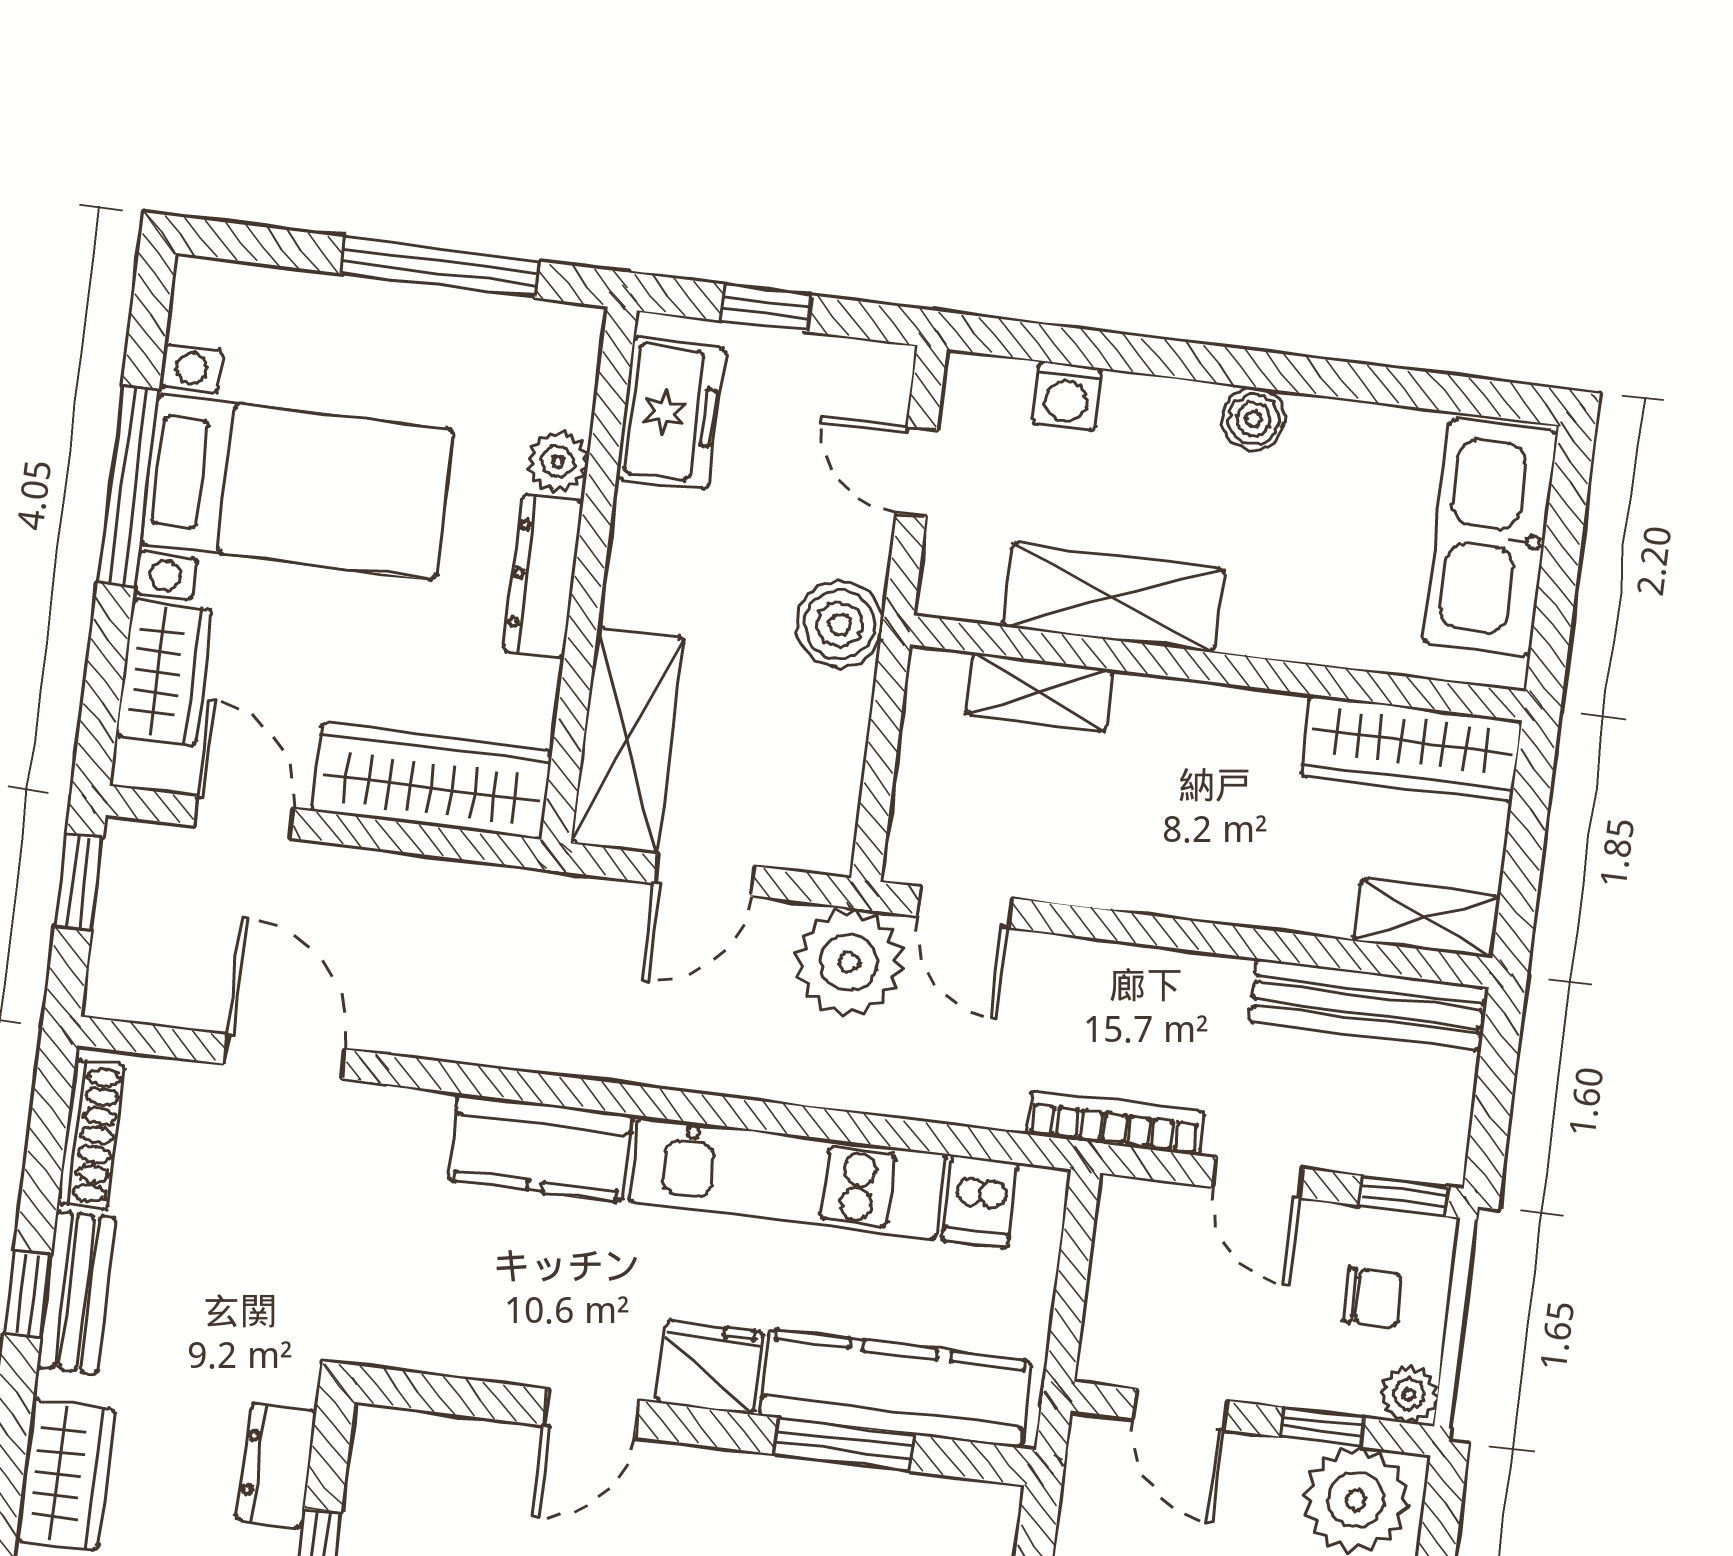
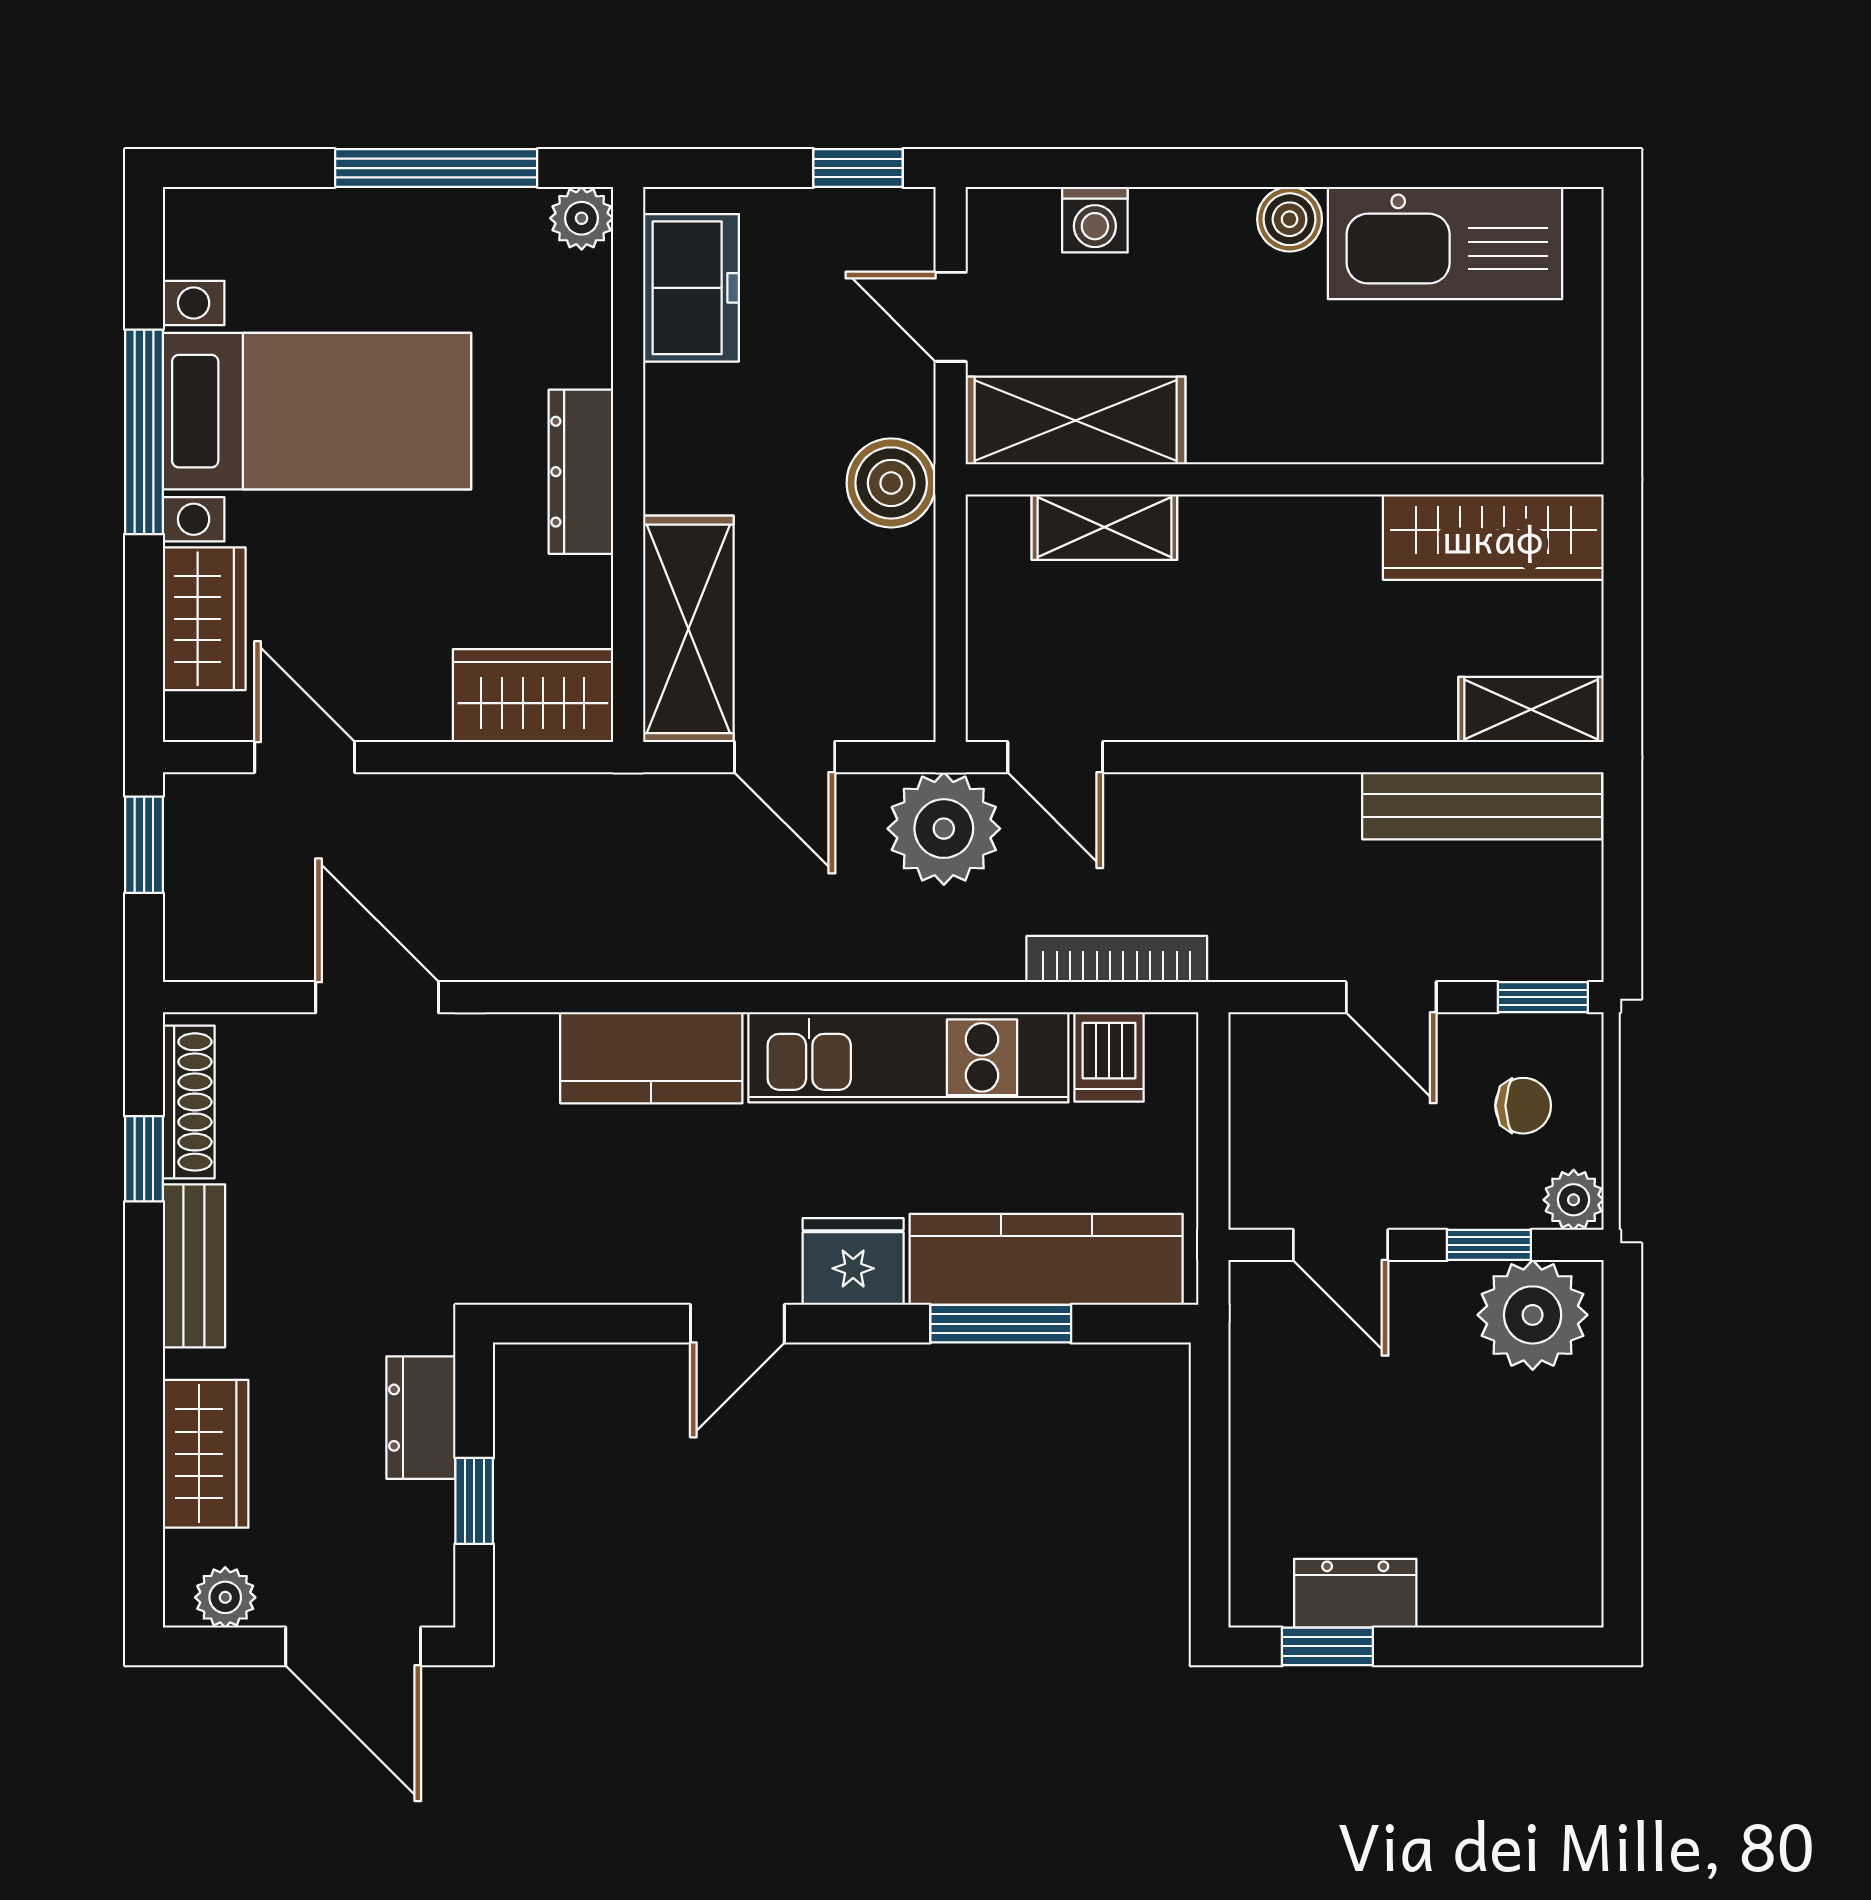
window: (766, 308) -> (858, 168), moved
plant: (558, 462) -> (582, 218), moved
kitchen sink: (1490, 537) -> (1445, 243), moved, turned -90
shelving: (1113, 597) -> (1076, 420), moved
wardrobe: (432, 781) -> (533, 696), width x0.67
door: (704, 875) -> (785, 757), hinge flipped
bookcase: (1115, 1123) -> (1117, 959), moved
window: (28, 1295) -> (144, 1159), moved

